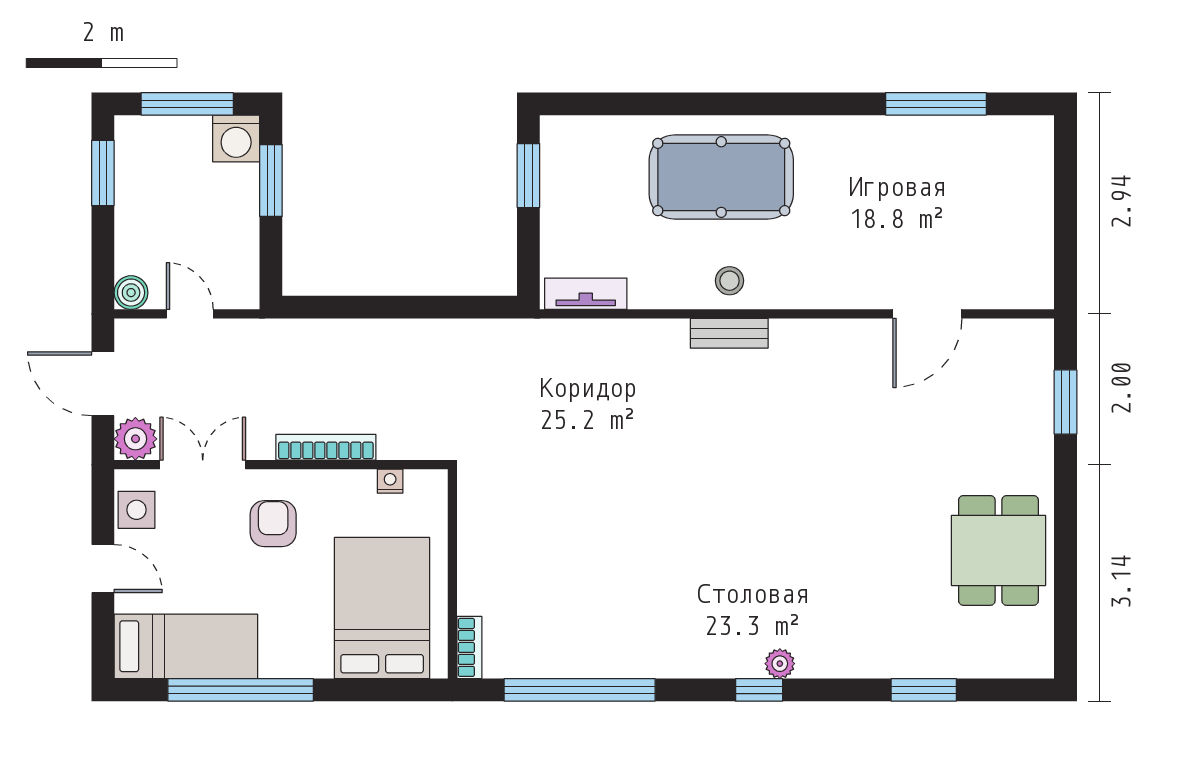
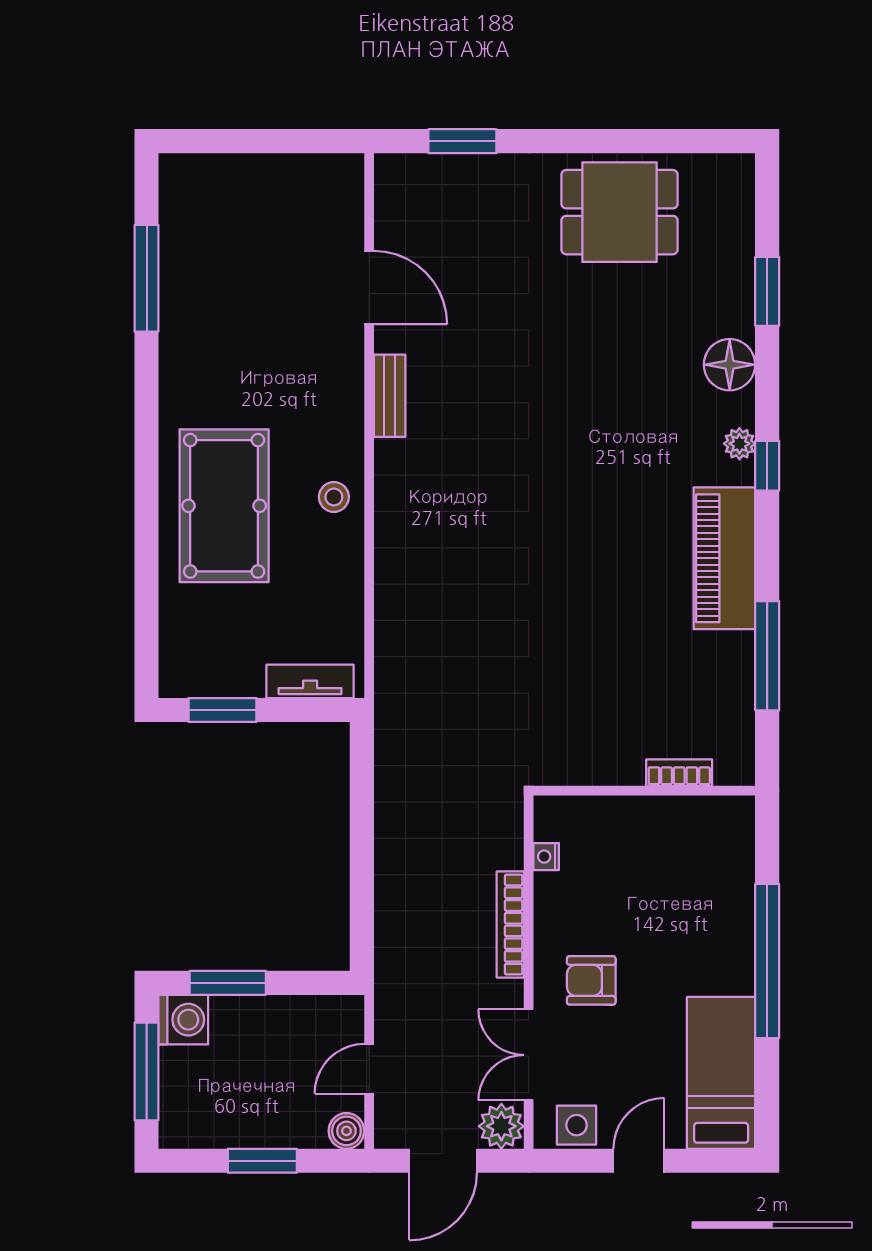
window: (103, 173) -> (262, 1161), moved
tv unit: (586, 294) -> (310, 681), moved, turned 90
bench: (729, 333) -> (390, 396), moved
bed: (382, 608) -> (681, 865), removed
bookcase: (469, 647) -> (679, 773), moved
piano: (672, 649) -> (724, 558), added
floor lamp: (854, 654) -> (730, 365), added
window: (241, 690) -> (767, 961), moved
window: (580, 690) -> (767, 656), width x0.68

